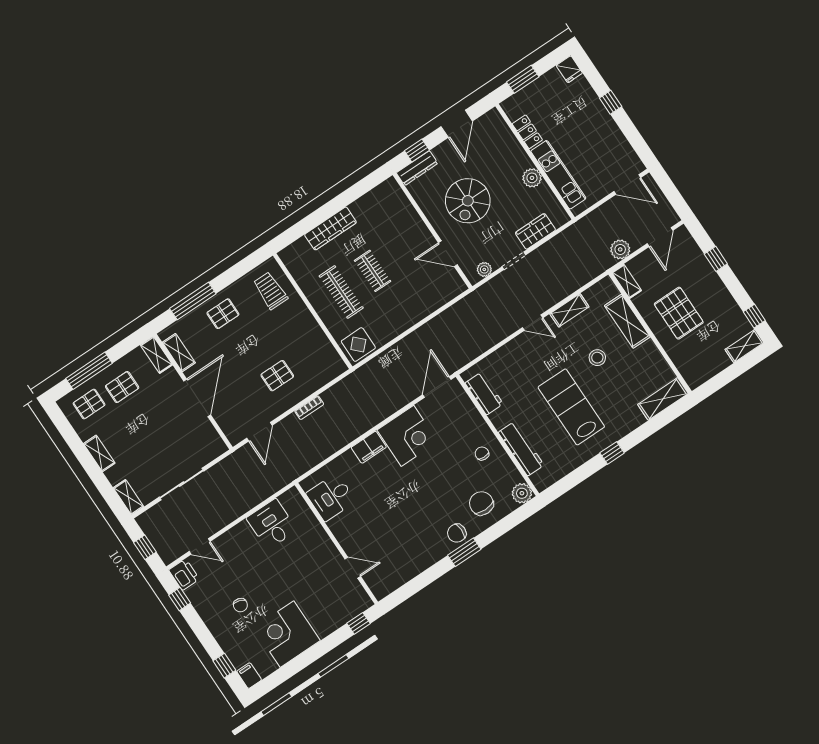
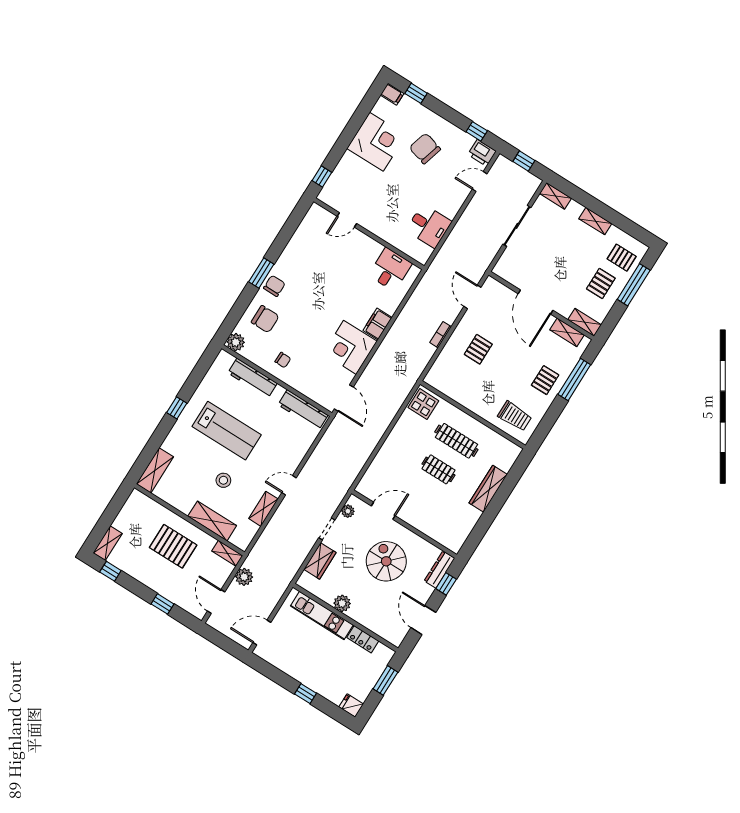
workbench: (484, 393) -> (303, 410), width x1.38
pallet: (89, 404) -> (622, 258), turned 90
chair: (240, 605) -> (425, 148), width x1.87, depth x1.87

